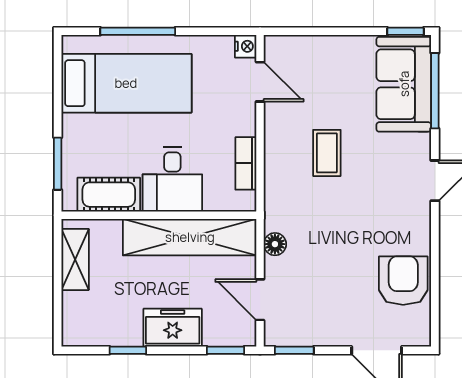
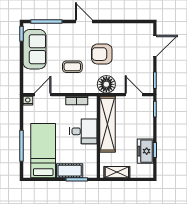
sofa: (404, 84) -> (34, 49), moved, turned -90
cot: (109, 195) -> (70, 171), moved, turned 90
floor lamp: (275, 244) -> (106, 84), width x1.89, depth x1.89
armchair: (403, 281) -> (102, 54), moved
door: (260, 300) -> (134, 95), swing flipped
freezer: (173, 328) -> (145, 151), moved

